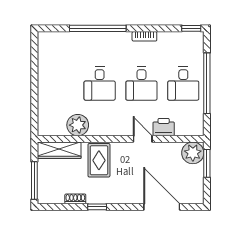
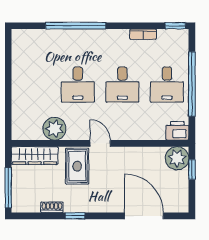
bookcase: (144, 36) -> (143, 34), moved
printer: (164, 127) -> (177, 131), moved
door: (143, 139) -> (100, 143), moved
window: (207, 163) -> (192, 169), width x0.67

